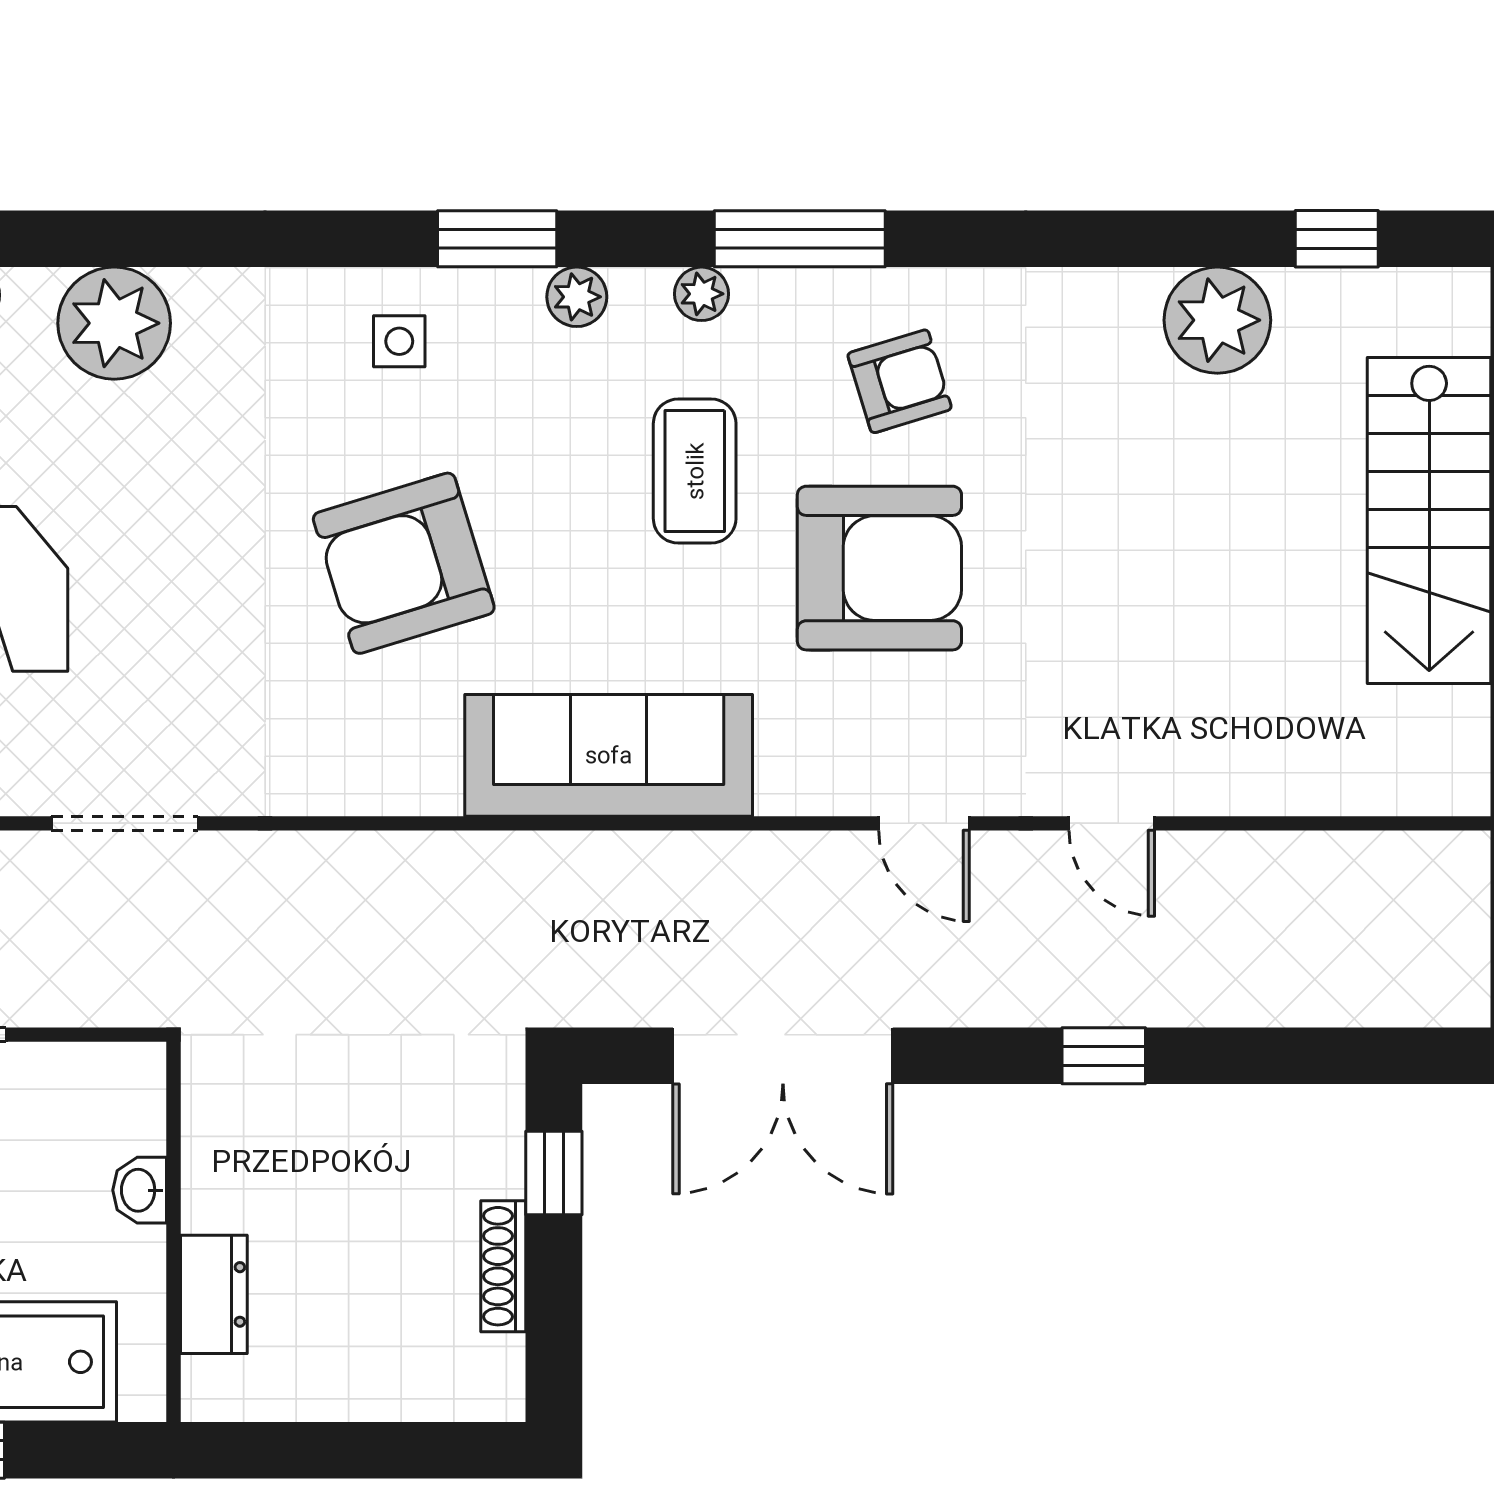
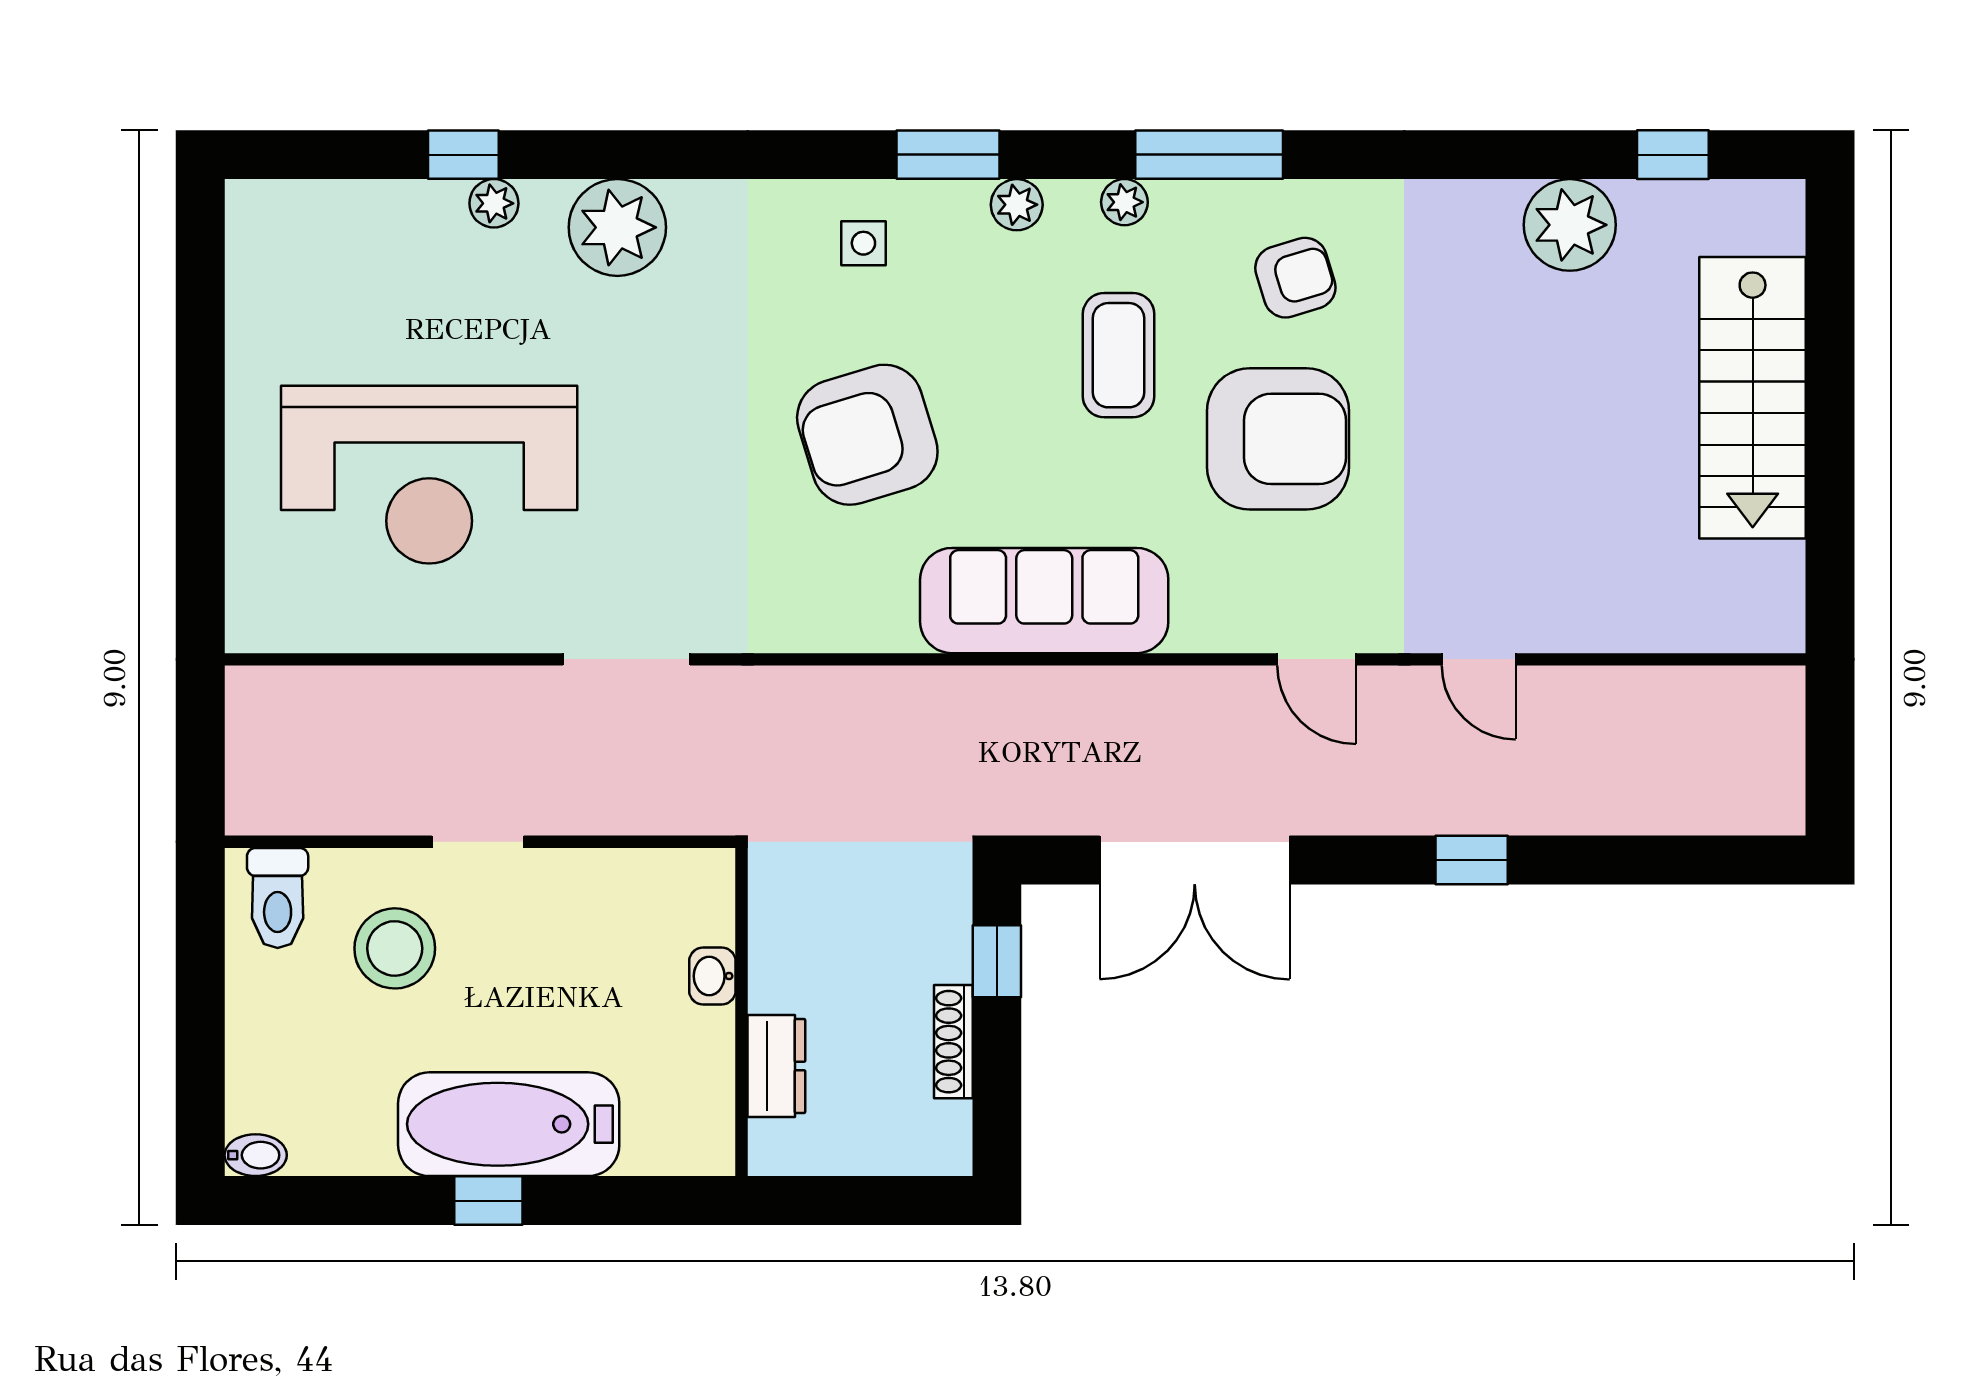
washbasin: (140, 1190) -> (712, 976), moved
wall: (173, 1232) -> (742, 1012), moved
dresser: (214, 1294) -> (776, 1066), moved

